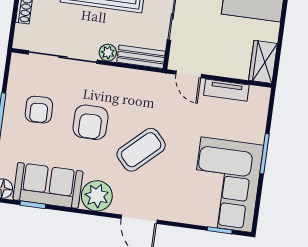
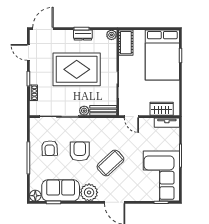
wardrobe: (263, 62) -> (162, 109), moved, turned 90
tv unit: (226, 90) -> (167, 123), moved
armchair: (90, 122) -> (80, 151), turned 180

